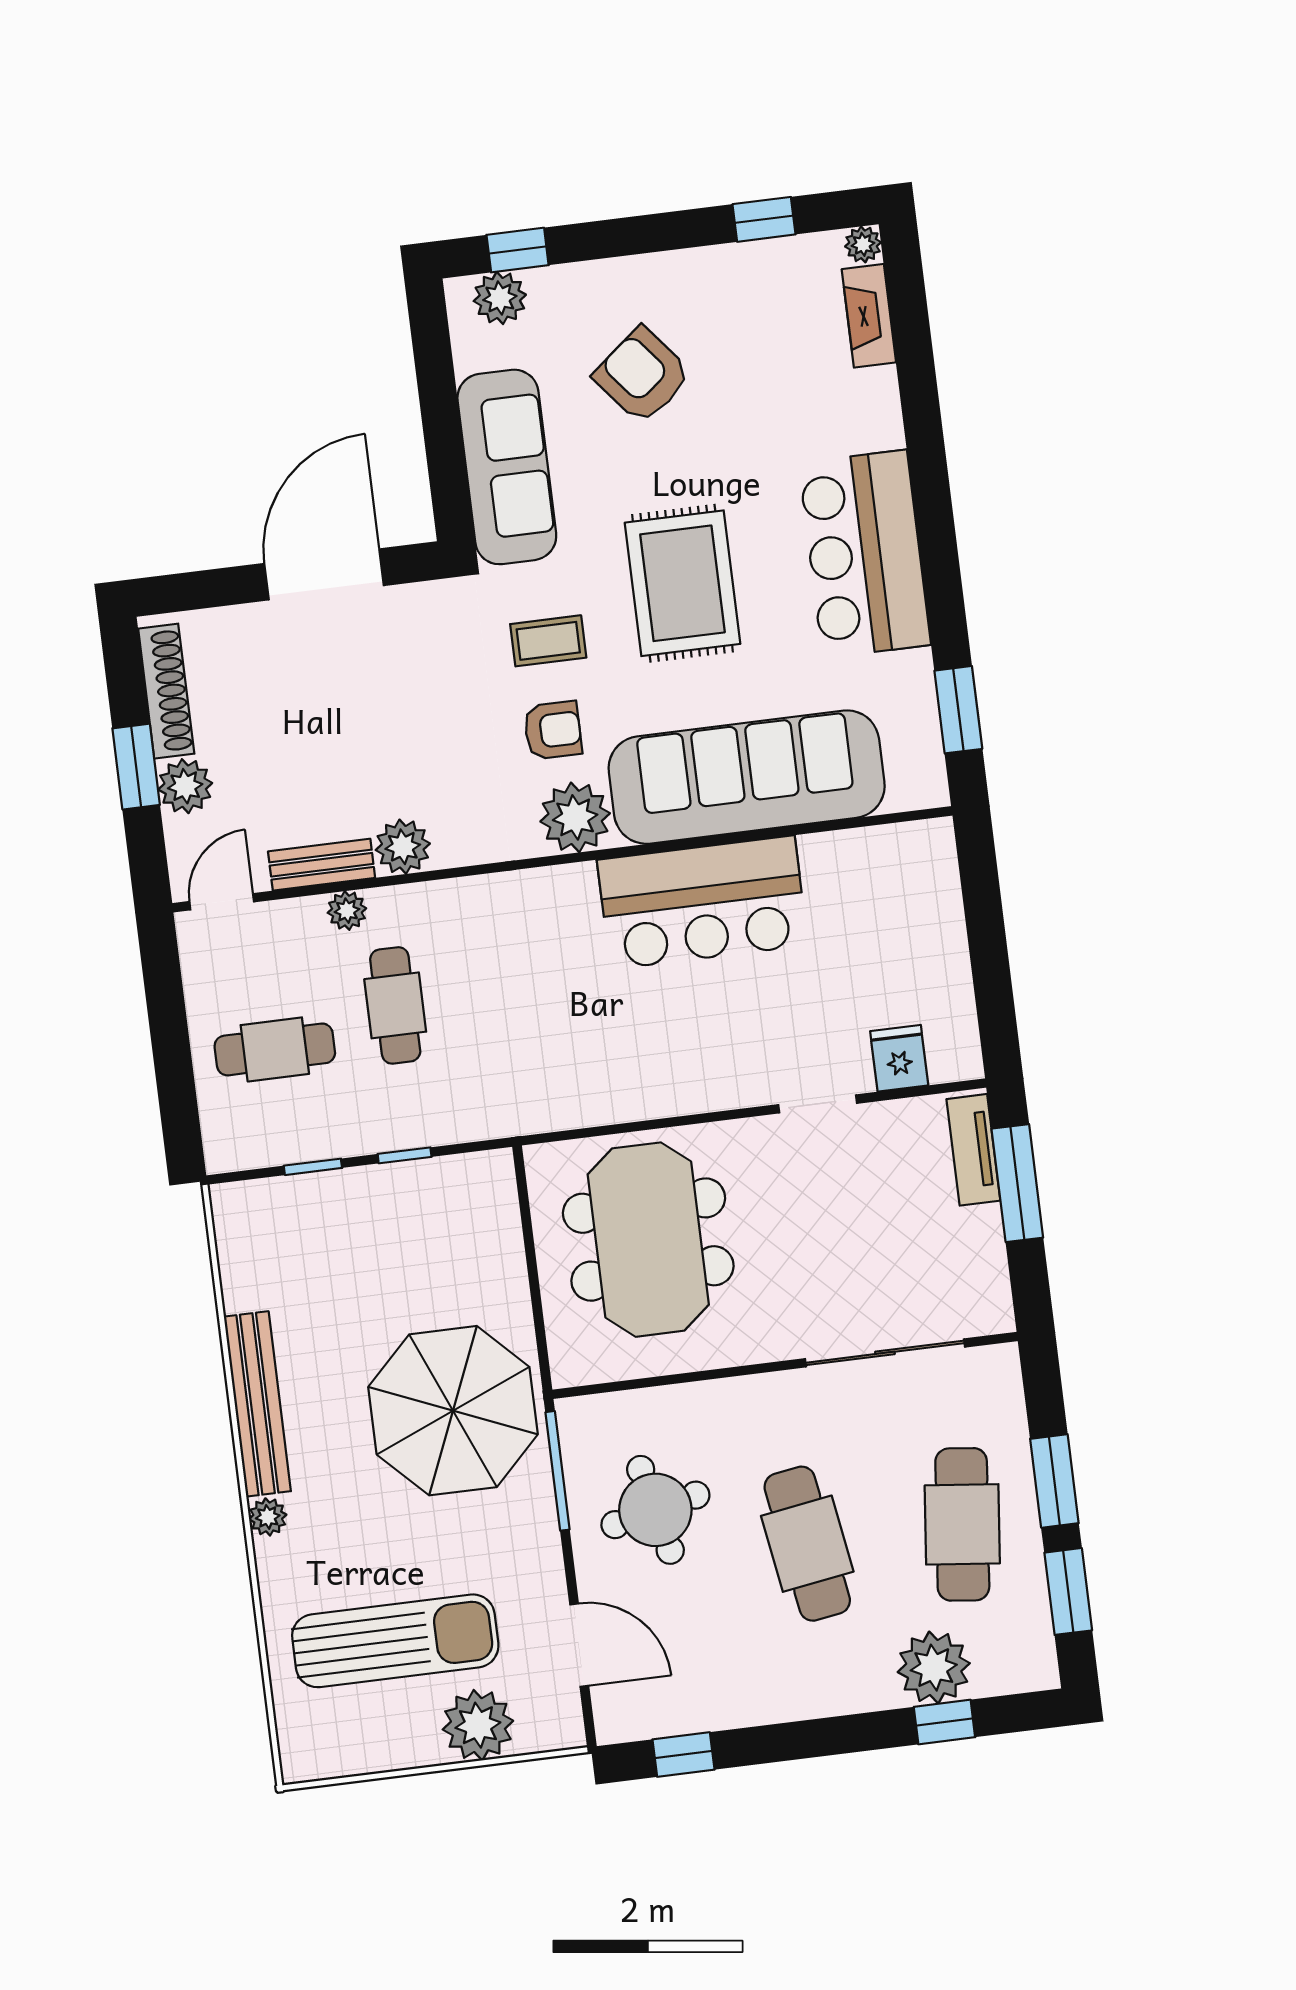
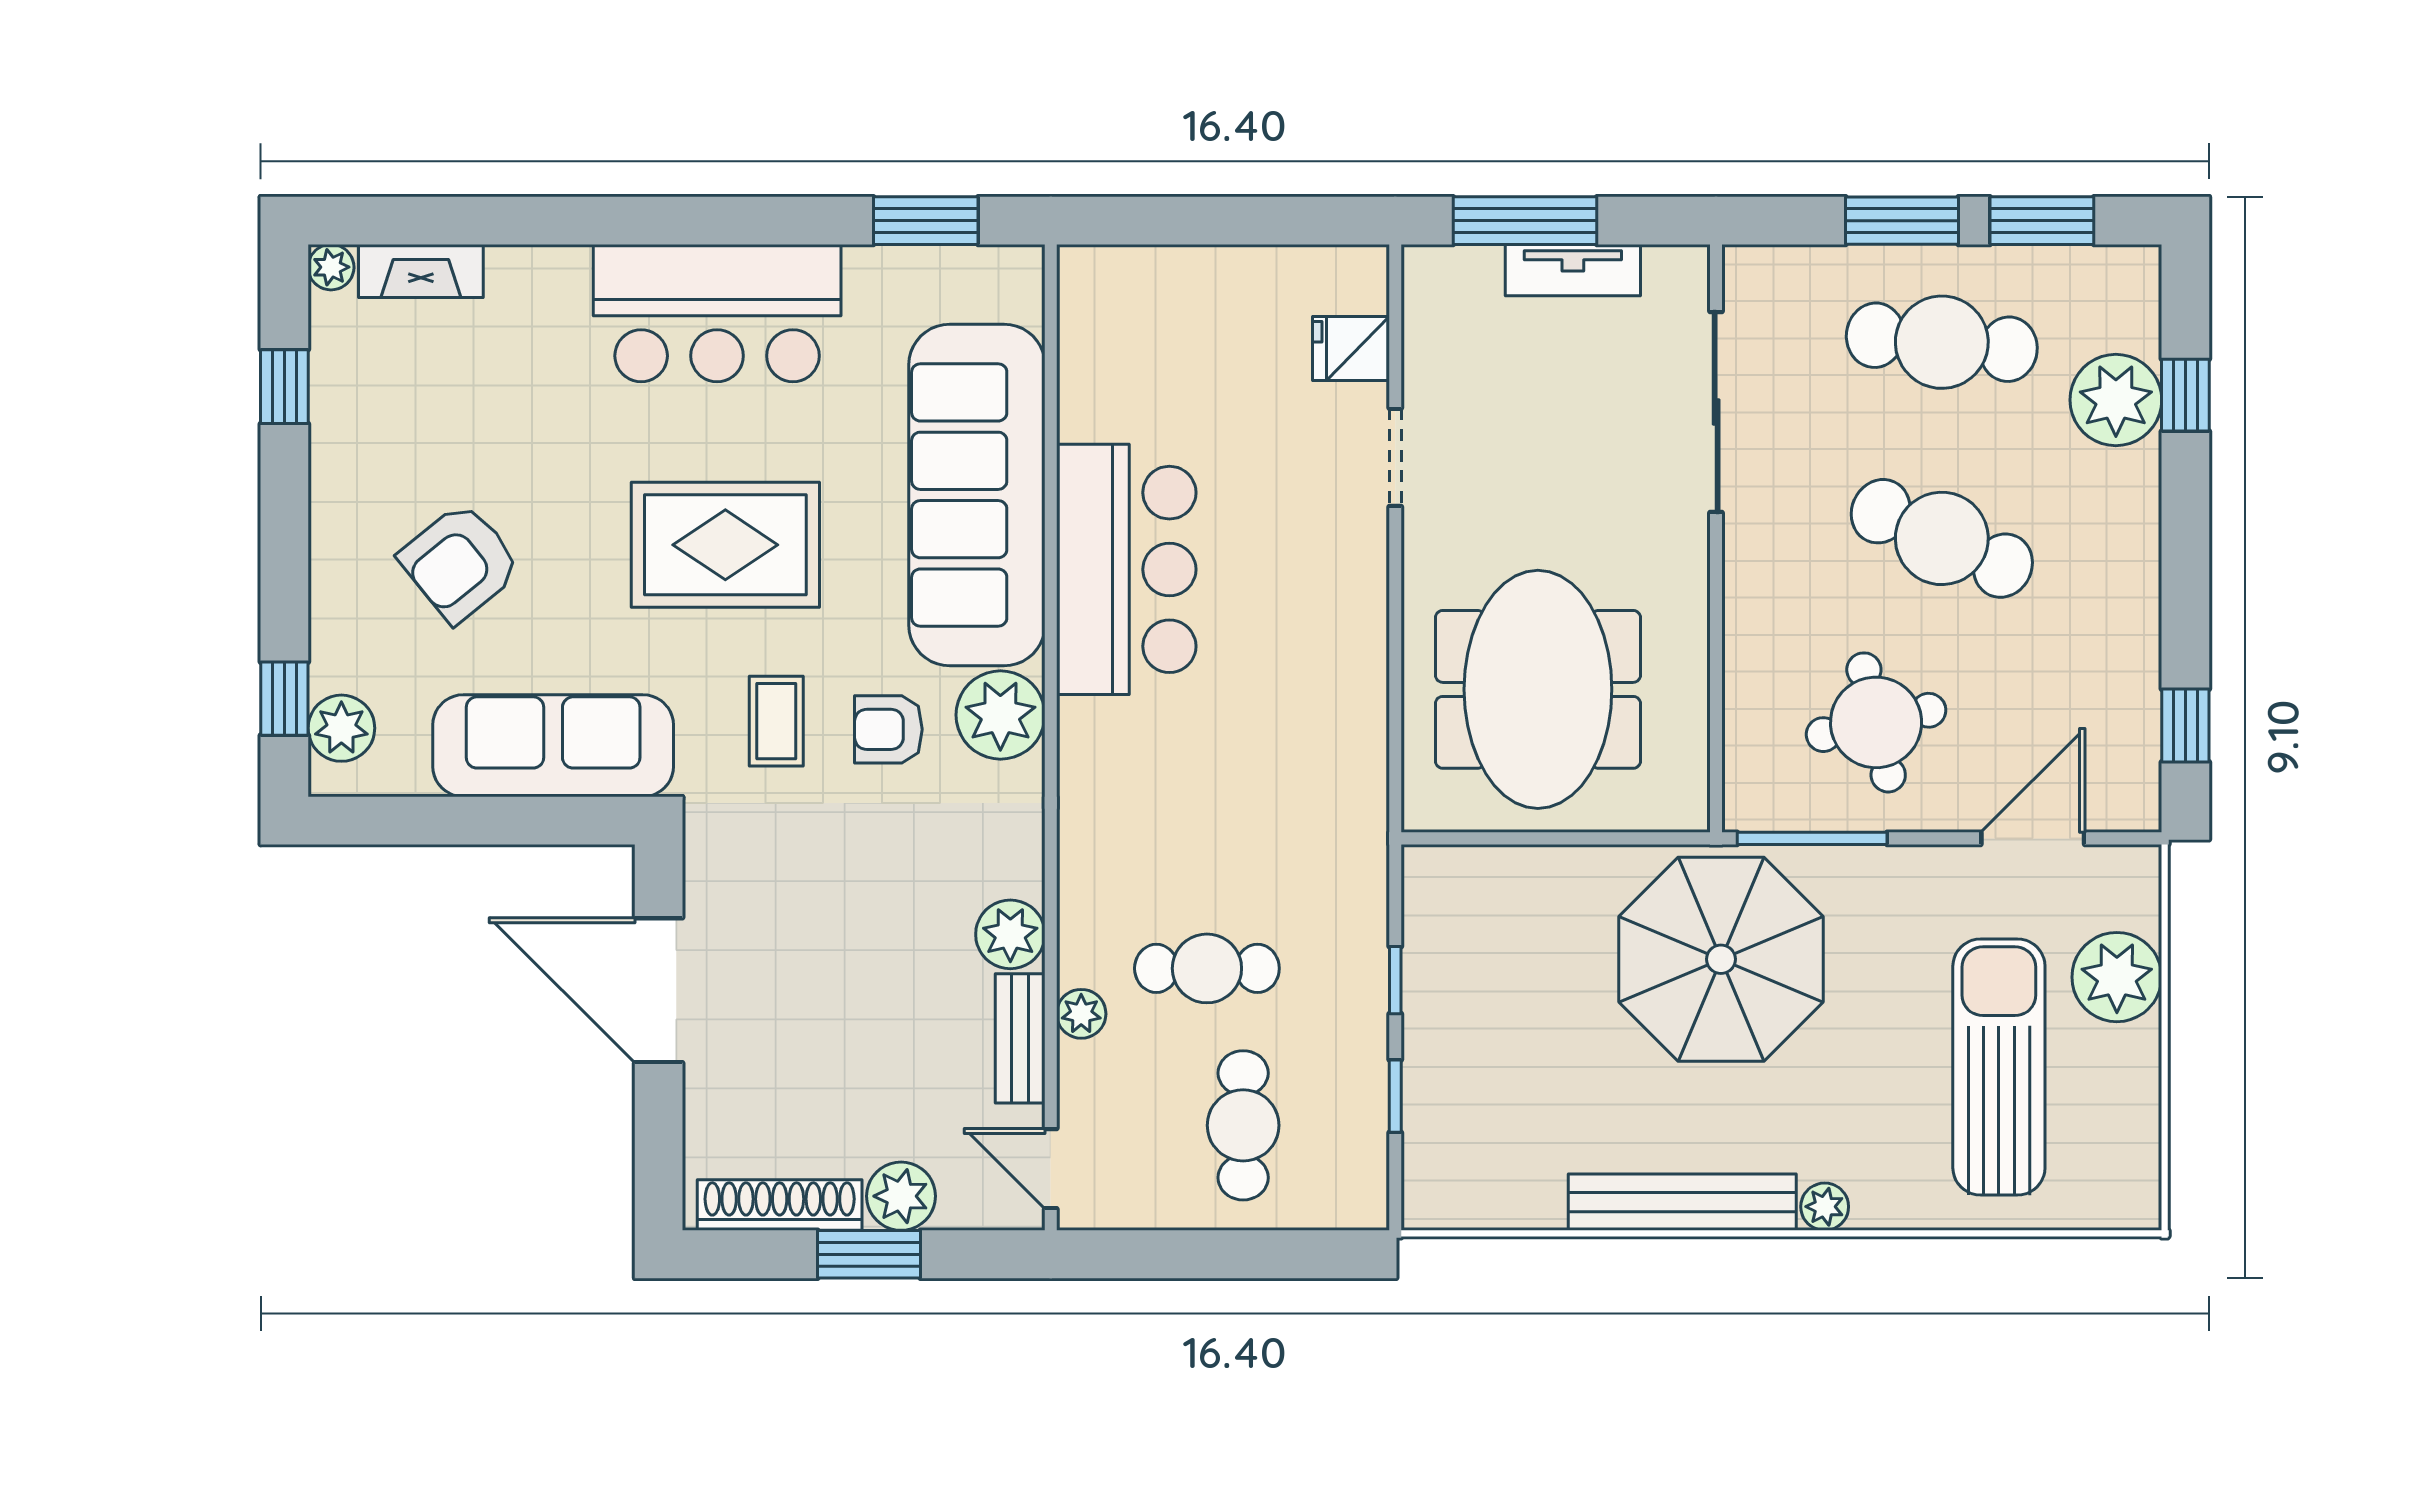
armchair: (553, 730) -> (888, 729), turned -90
tv unit: (973, 1150) -> (1573, 270), moved
meeting table: (648, 1240) -> (1538, 689), turned 90
cafe table: (807, 1544) -> (1942, 538), turned 33

